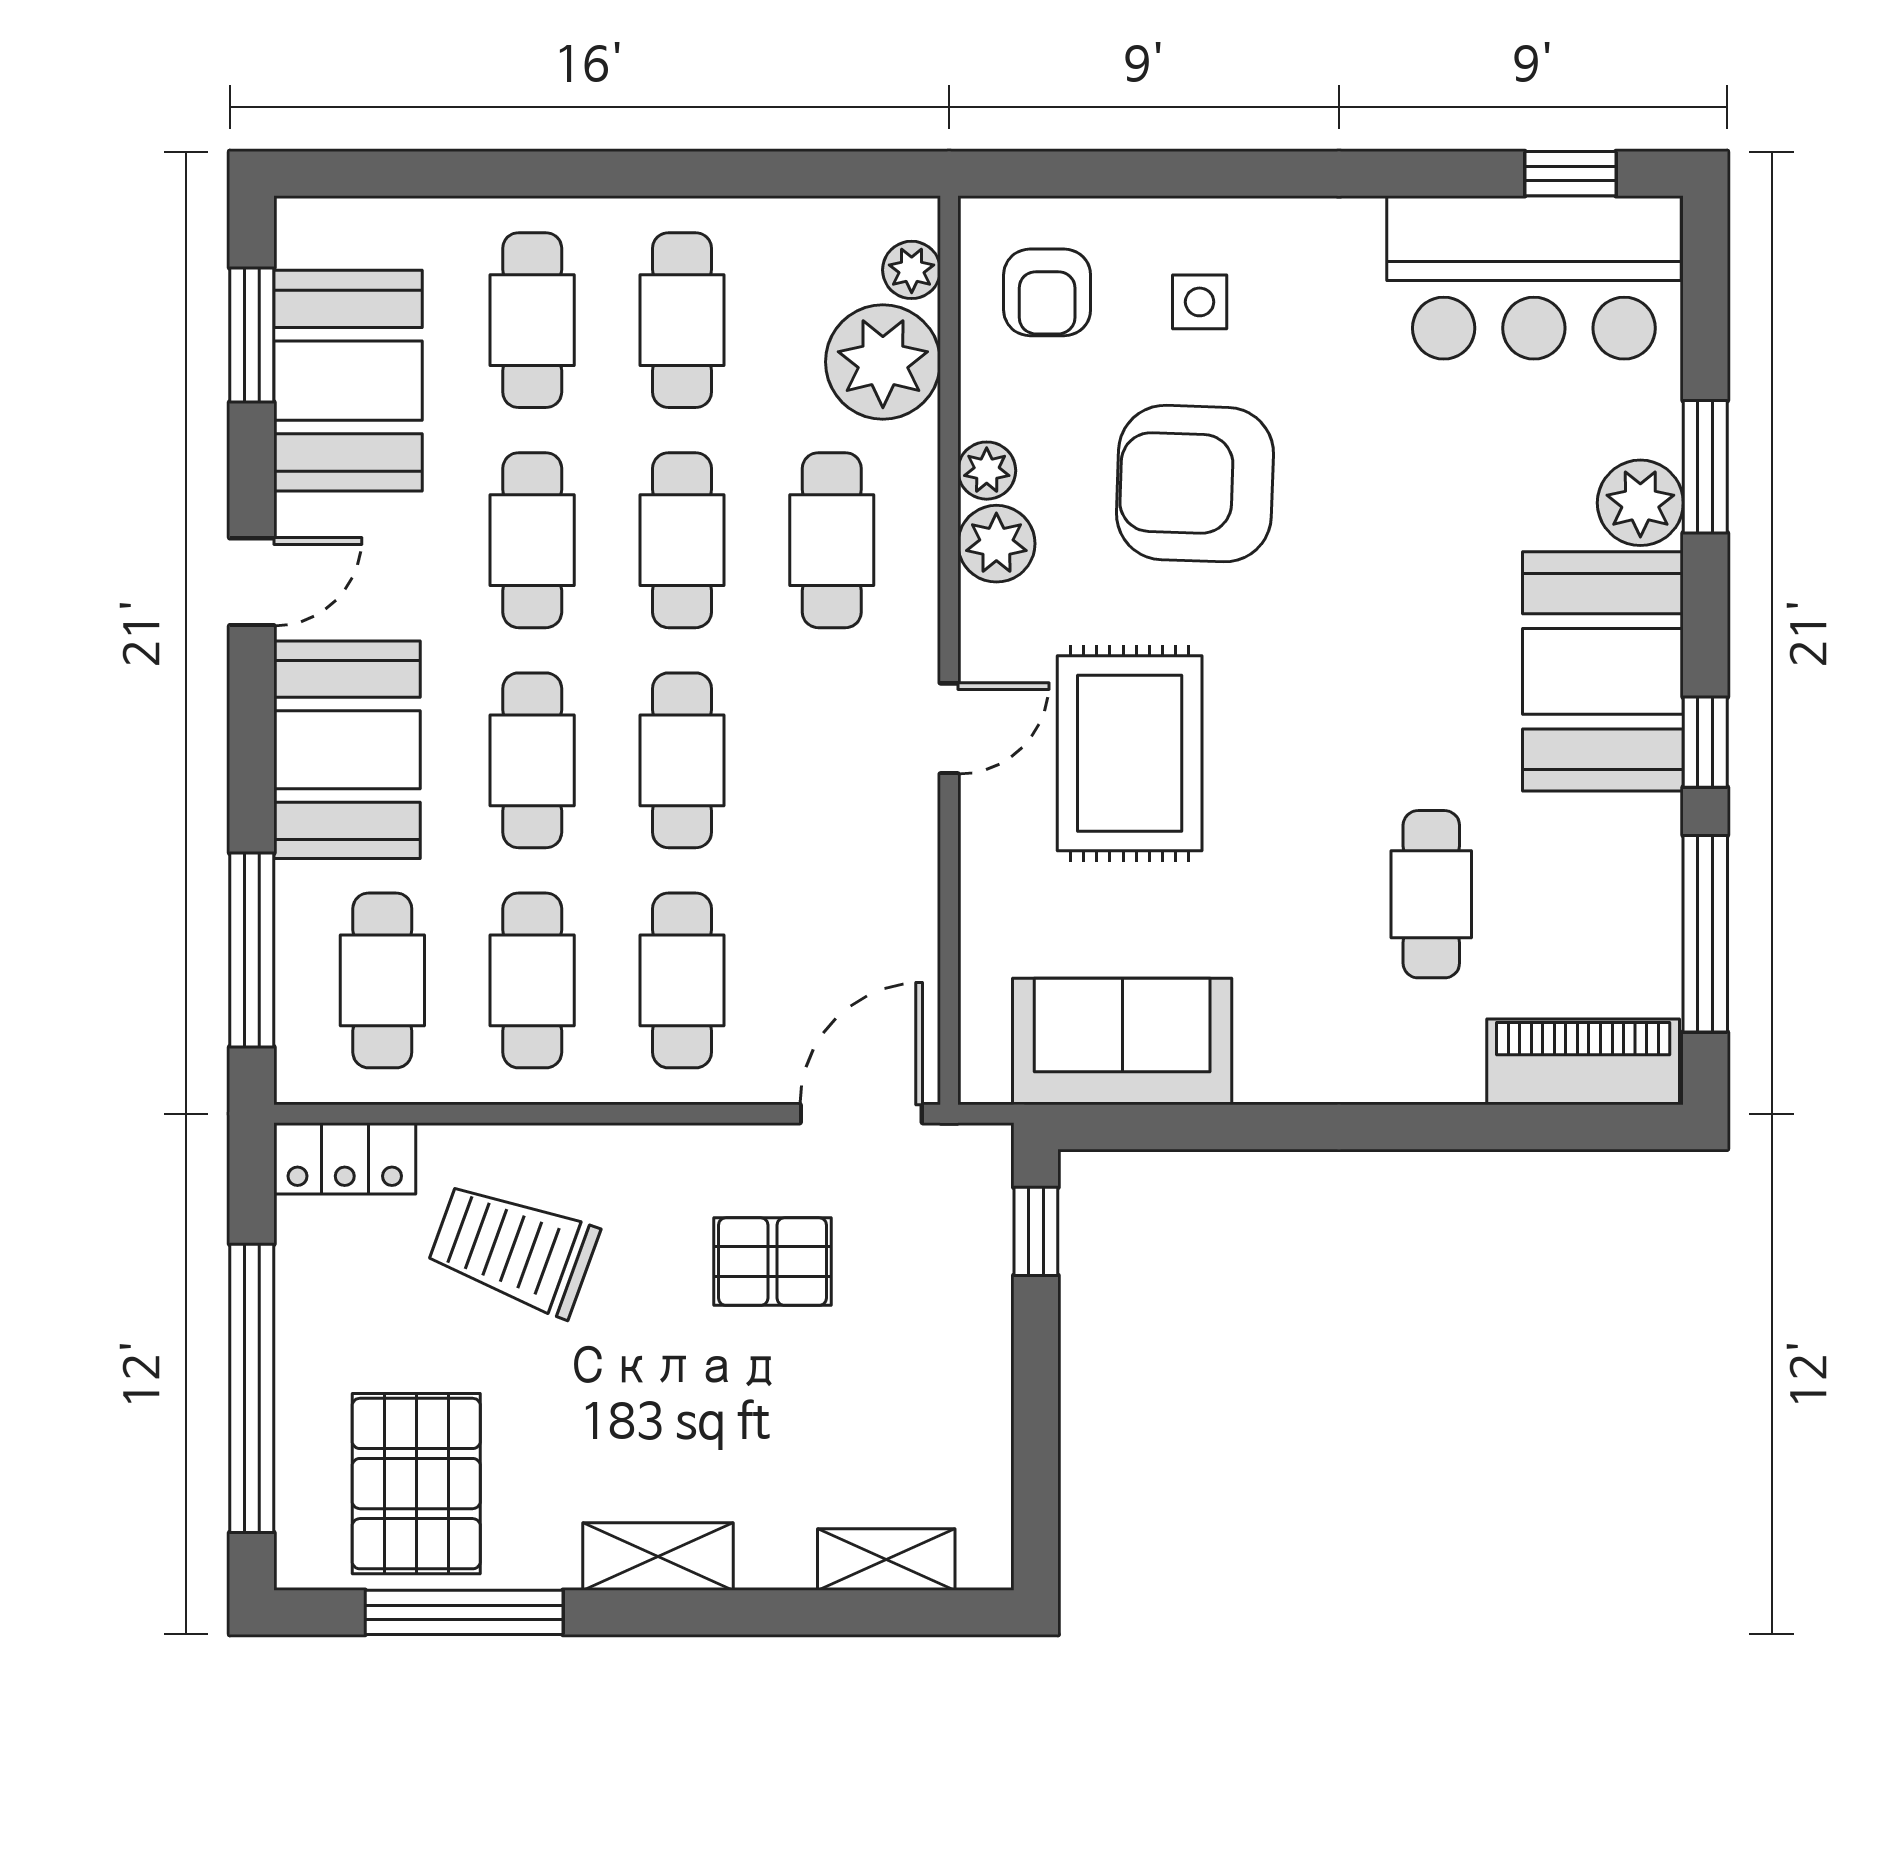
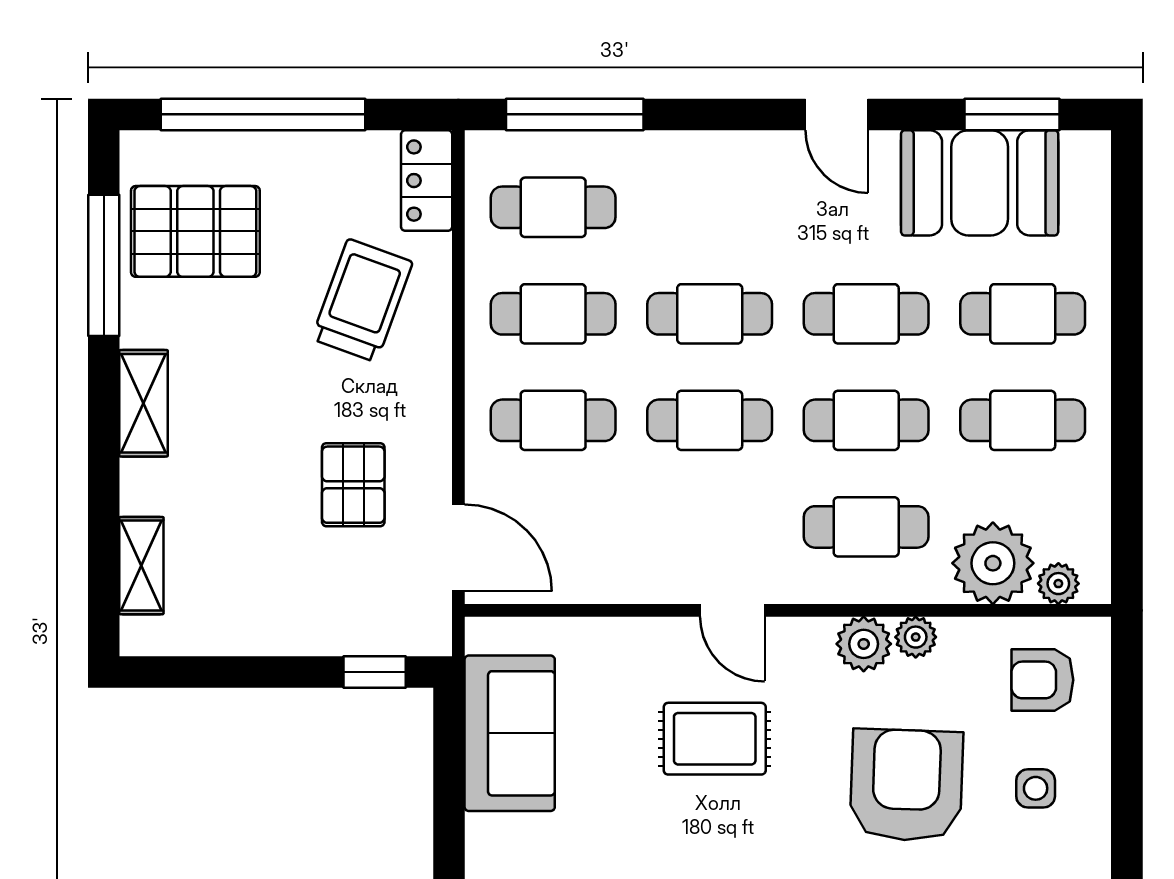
booth: (347, 750) -> (717, 182), removed
rug: (1130, 753) -> (715, 739), width x0.73, depth x0.70

